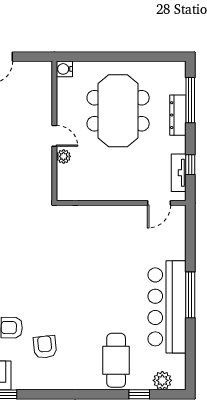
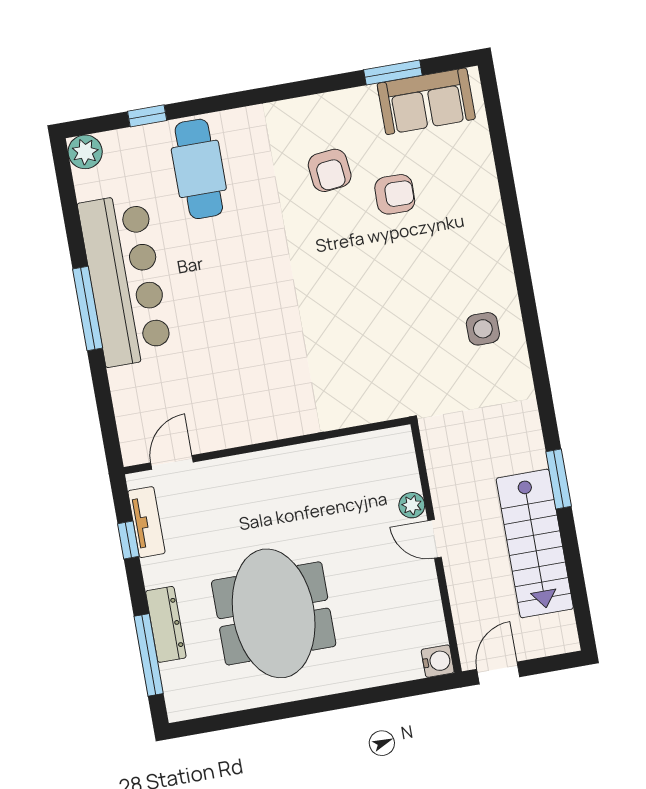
water cooler: (64, 69) -> (438, 661), moved
wall: (54, 131) -> (436, 548), moved
door: (54, 136) -> (435, 539), moved
plant: (64, 156) -> (412, 505), moved
plant: (162, 380) -> (85, 152), moved

